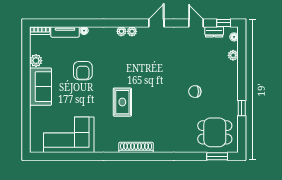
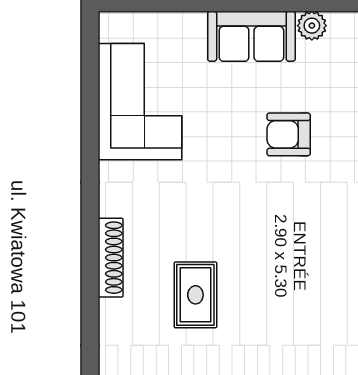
rug: (122, 102) -> (195, 295), moved, turned 90

